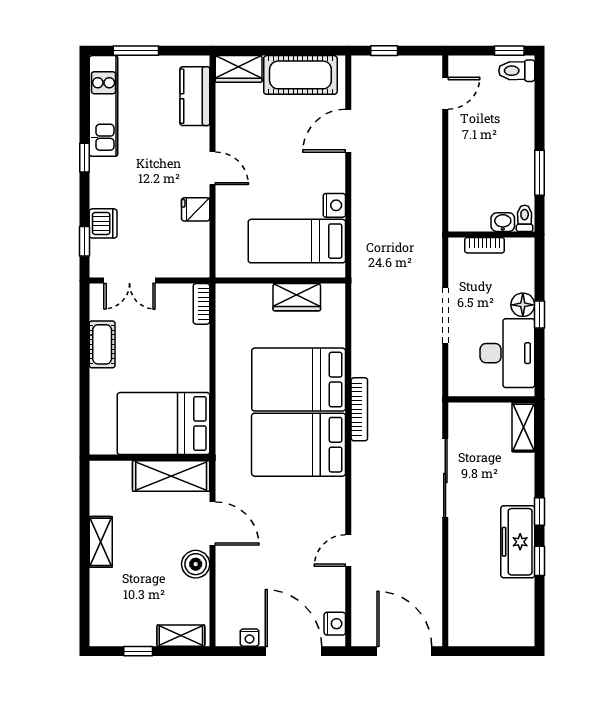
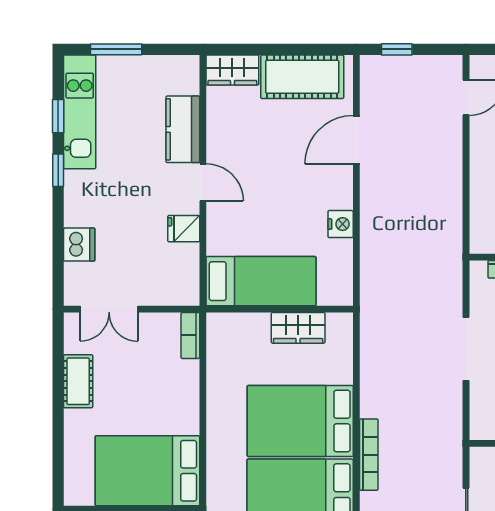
kitchen counter: (195, 96) -> (183, 129), moved
window: (84, 241) -> (58, 116), moved
bed: (297, 241) -> (261, 281), moved, turned 180

